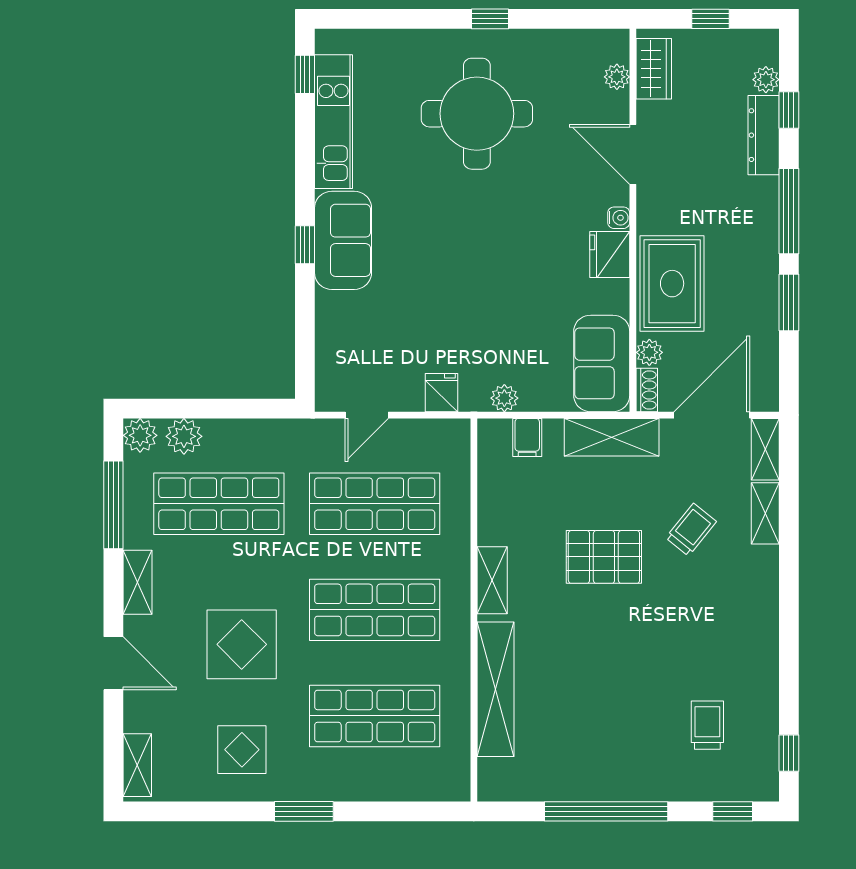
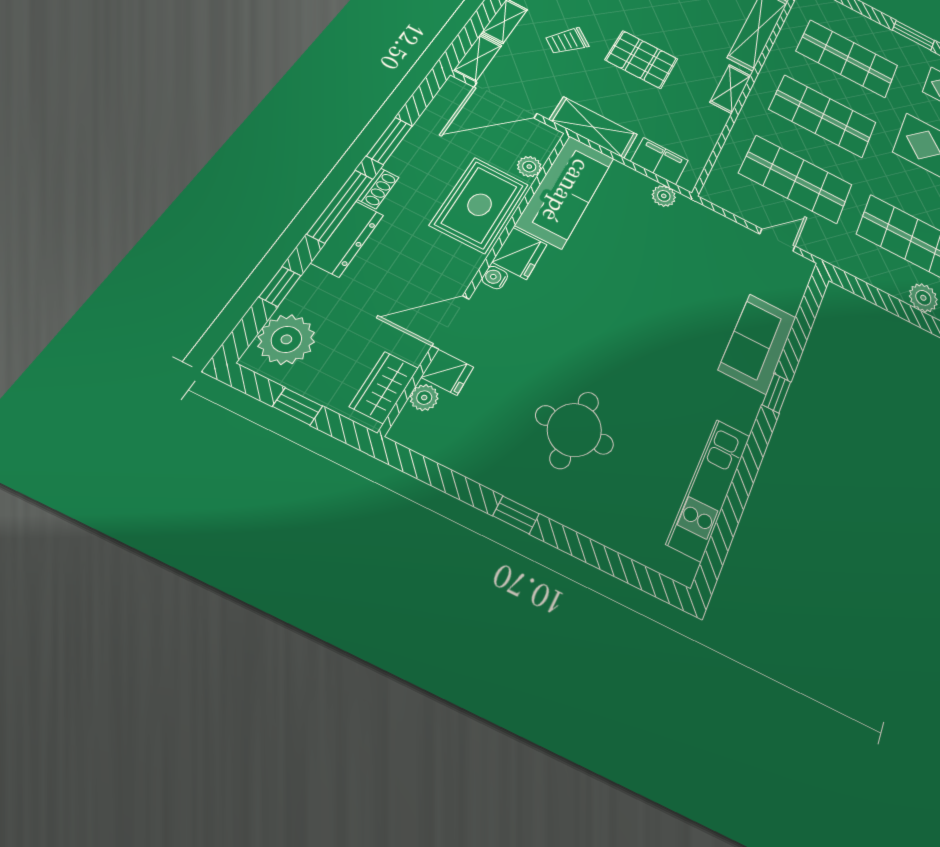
window: (305, 74) -> (718, 547), removed
plant: (766, 80) -> (286, 339), width x1.88, depth x1.88
round table: (477, 114) -> (574, 430), width x0.73, depth x0.73
dresser: (764, 135) -> (347, 239), moved
door: (633, 154) -> (451, 322), swing flipped
sofa: (343, 240) -> (758, 343), moved
sofa: (602, 363) -> (566, 191), width x1.36
shoe rack: (647, 390) -> (378, 188), moved, turned 180
fridge: (442, 393) -> (447, 372), moved, turned -90
filing cabinet: (527, 437) -> (659, 161), width x2.00

